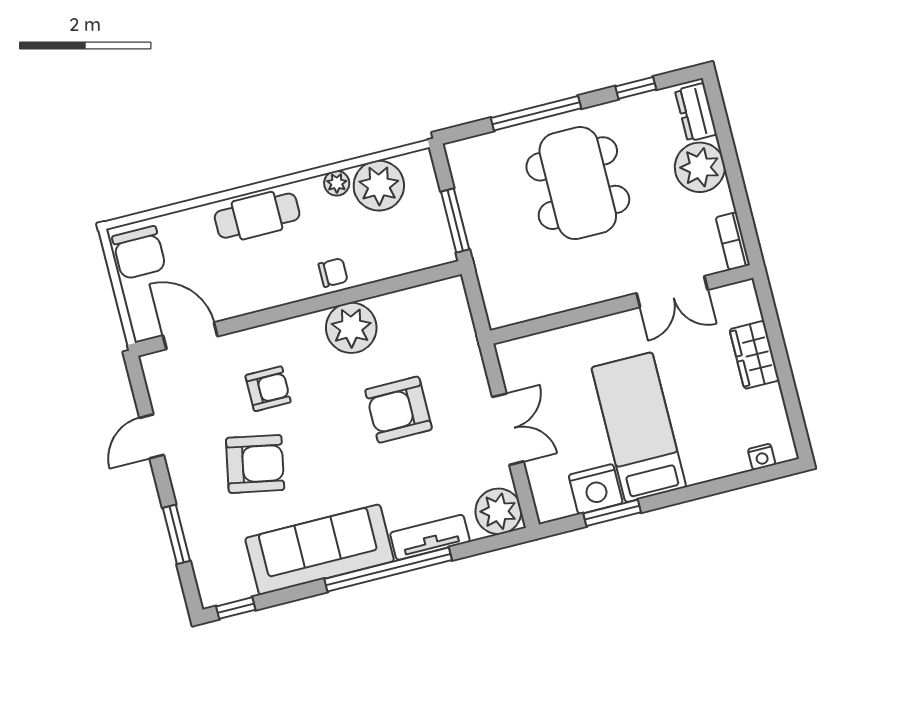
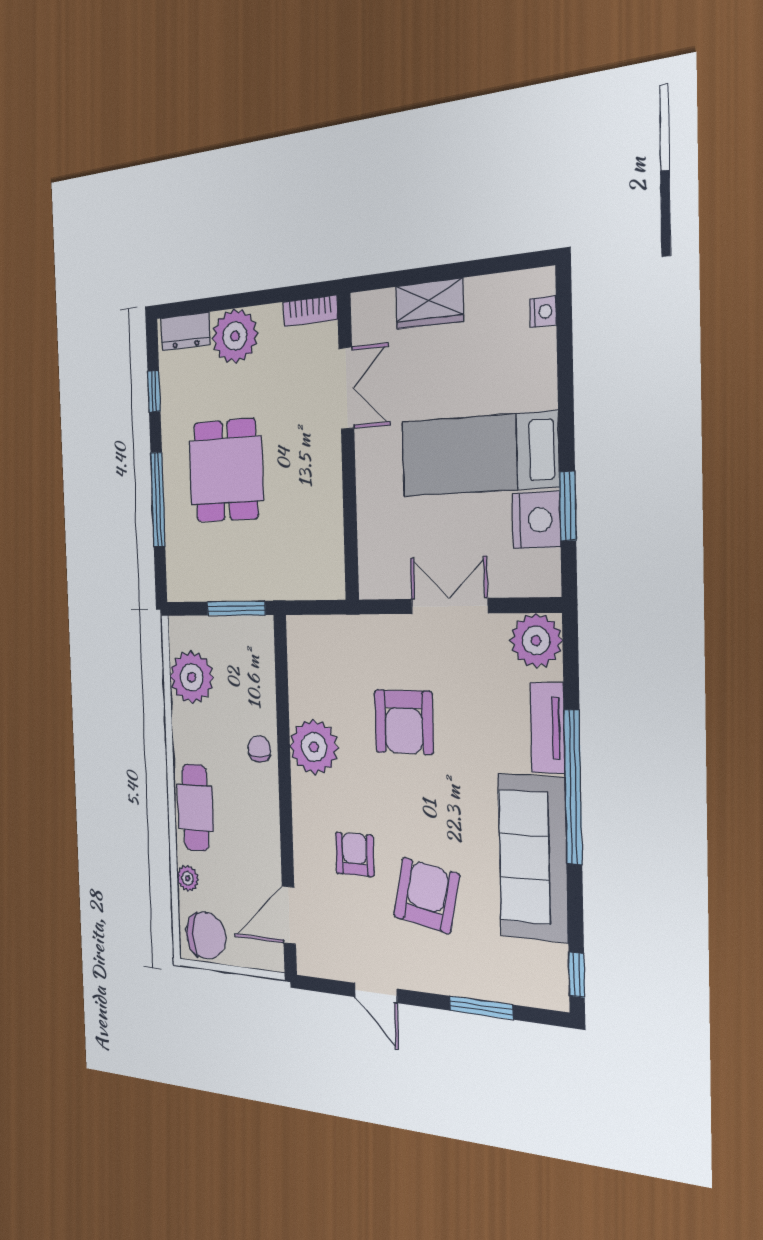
plant: (337, 183) -> (188, 878), moved
dining table: (578, 183) -> (226, 470), width x0.73

